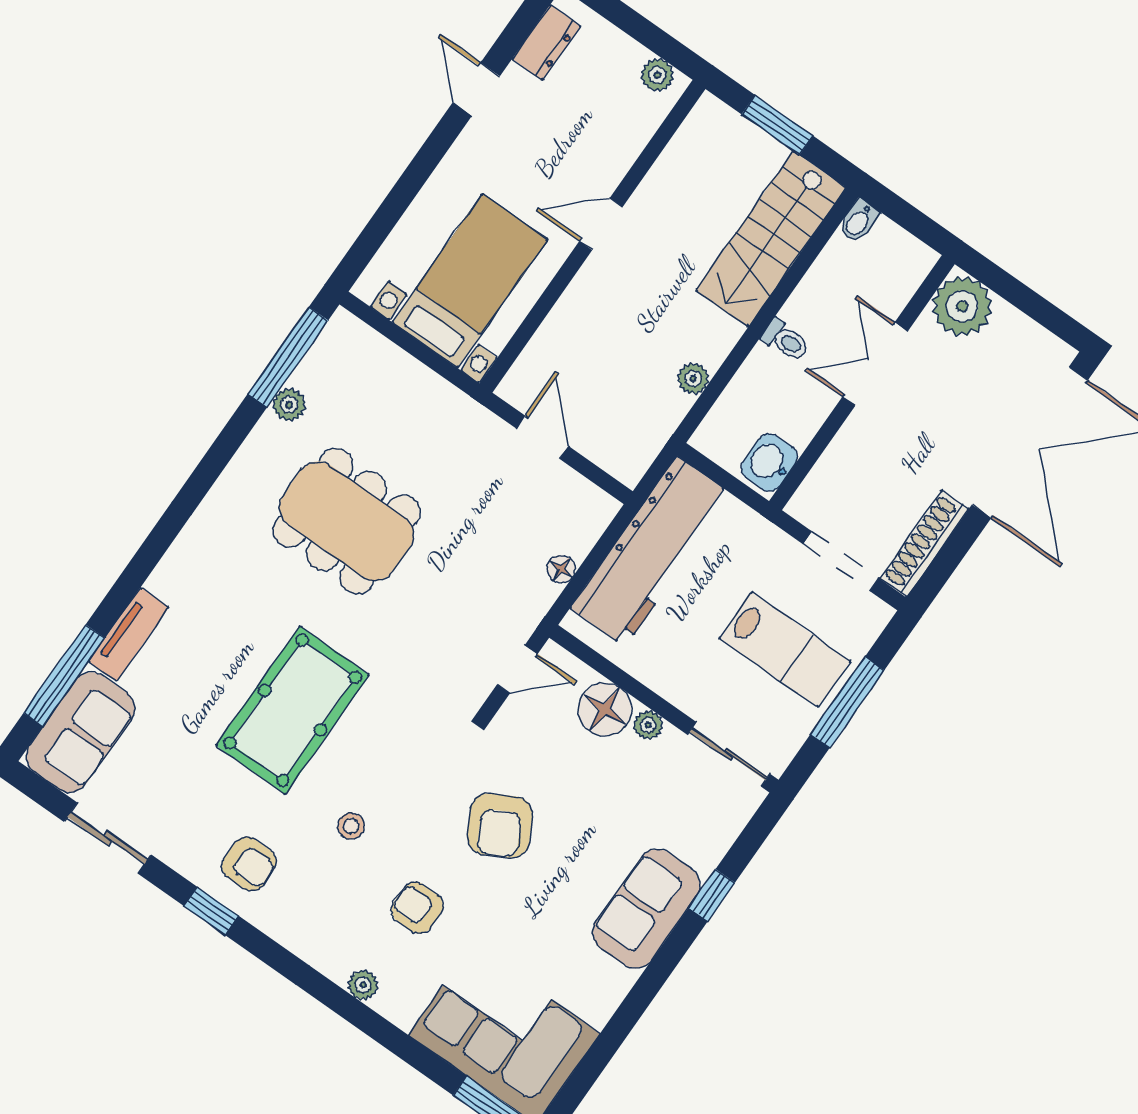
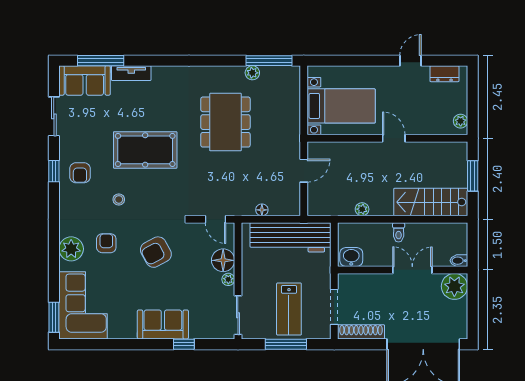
bidet: (859, 221) -> (459, 261), moved
plant: (363, 985) -> (71, 249), width x1.88, depth x1.88

